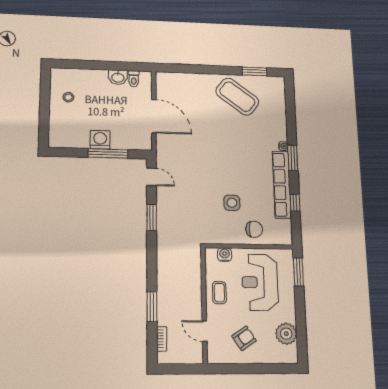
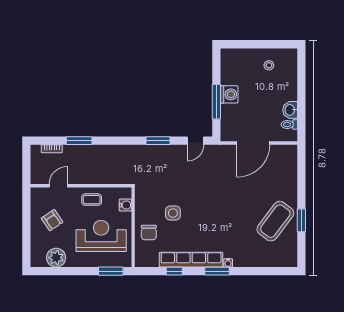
window: (254, 71) -> (301, 220), moved

